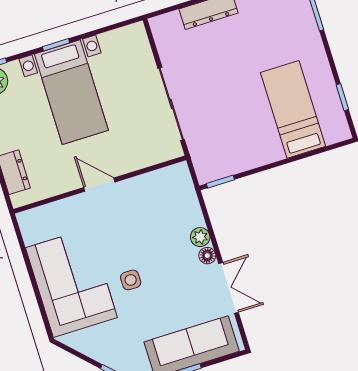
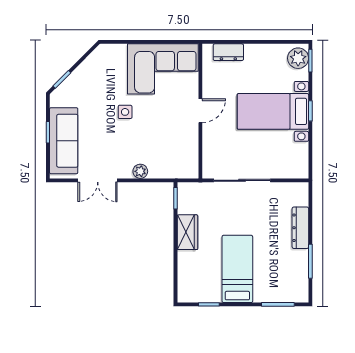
bed: (293, 109) -> (237, 269), moved, turned -90
wardrobe: (259, 153) -> (187, 232), added
floor lamp: (207, 256) -> (125, 172), removed
corner sofa: (71, 283) -> (163, 69), moved

